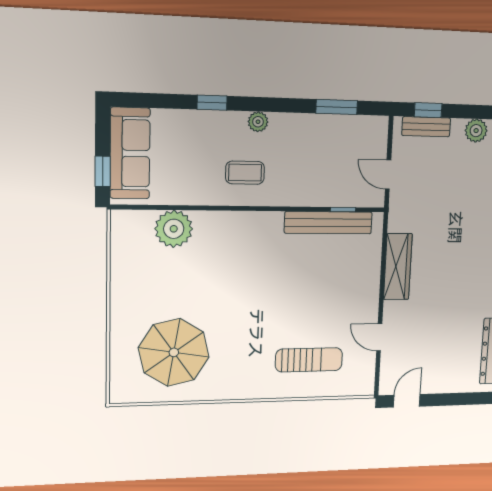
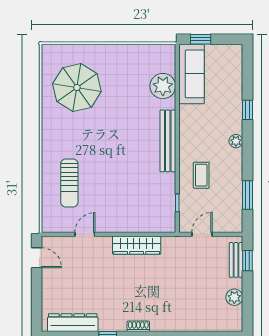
sofa: (130, 153) -> (191, 74), moved, turned -90
coffee table: (245, 173) -> (201, 175), moved
bench: (328, 223) -> (168, 141), moved

